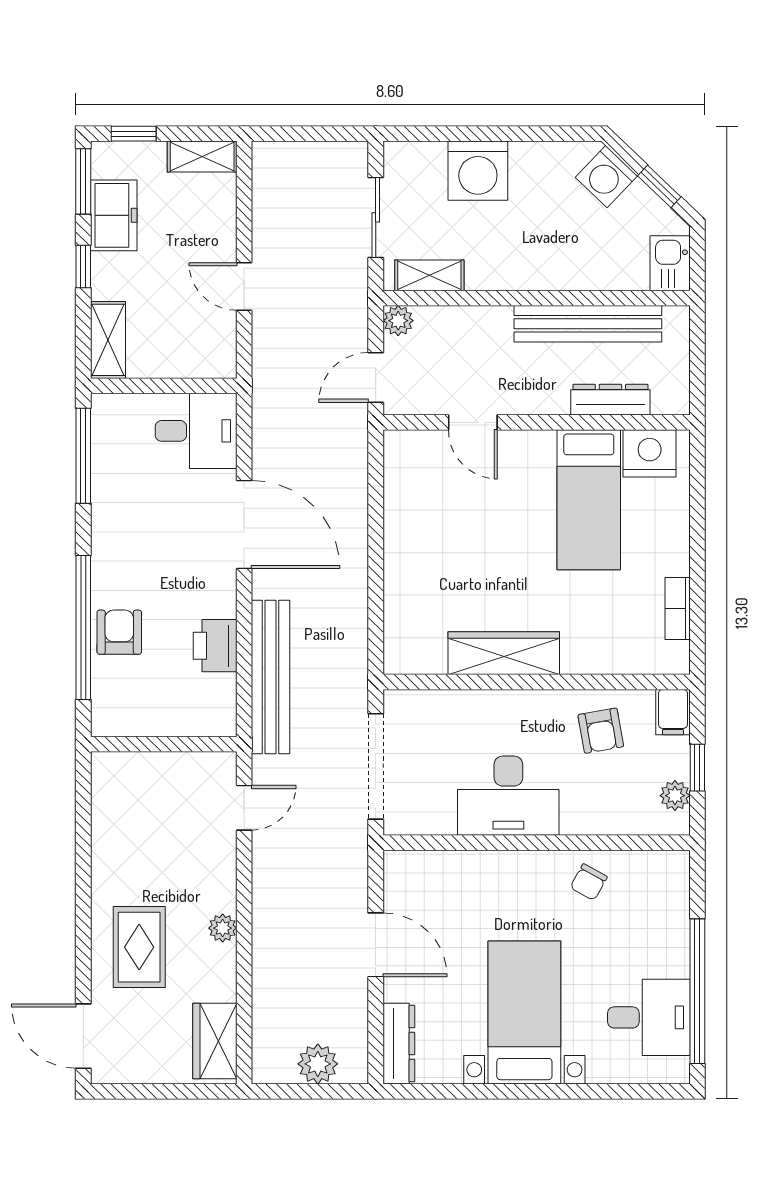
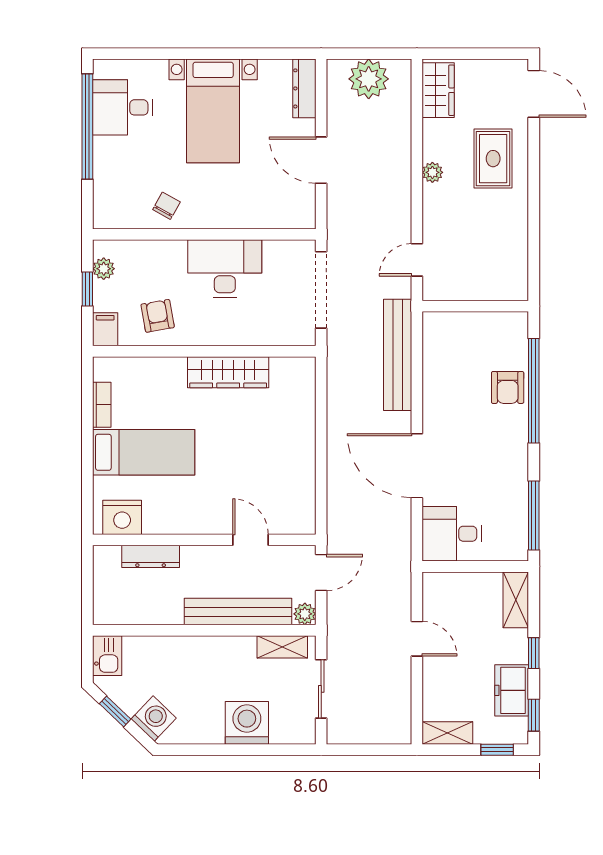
window: (83, 181) -> (534, 715), width x0.67
bench: (588, 324) -> (238, 612), moved
bed: (589, 500) -> (144, 452), moved, turned 90
printer: (215, 646) -> (438, 378), removed
plant: (318, 1064) -> (369, 79), width x1.36, depth x1.36

